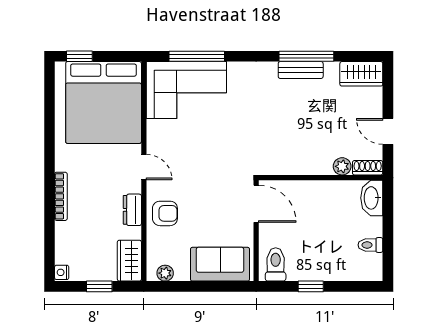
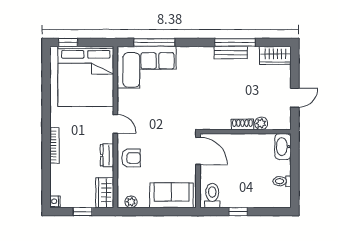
door: (388, 131) -> (295, 98), swing flipped
shoe rack: (368, 168) -> (242, 124), moved

